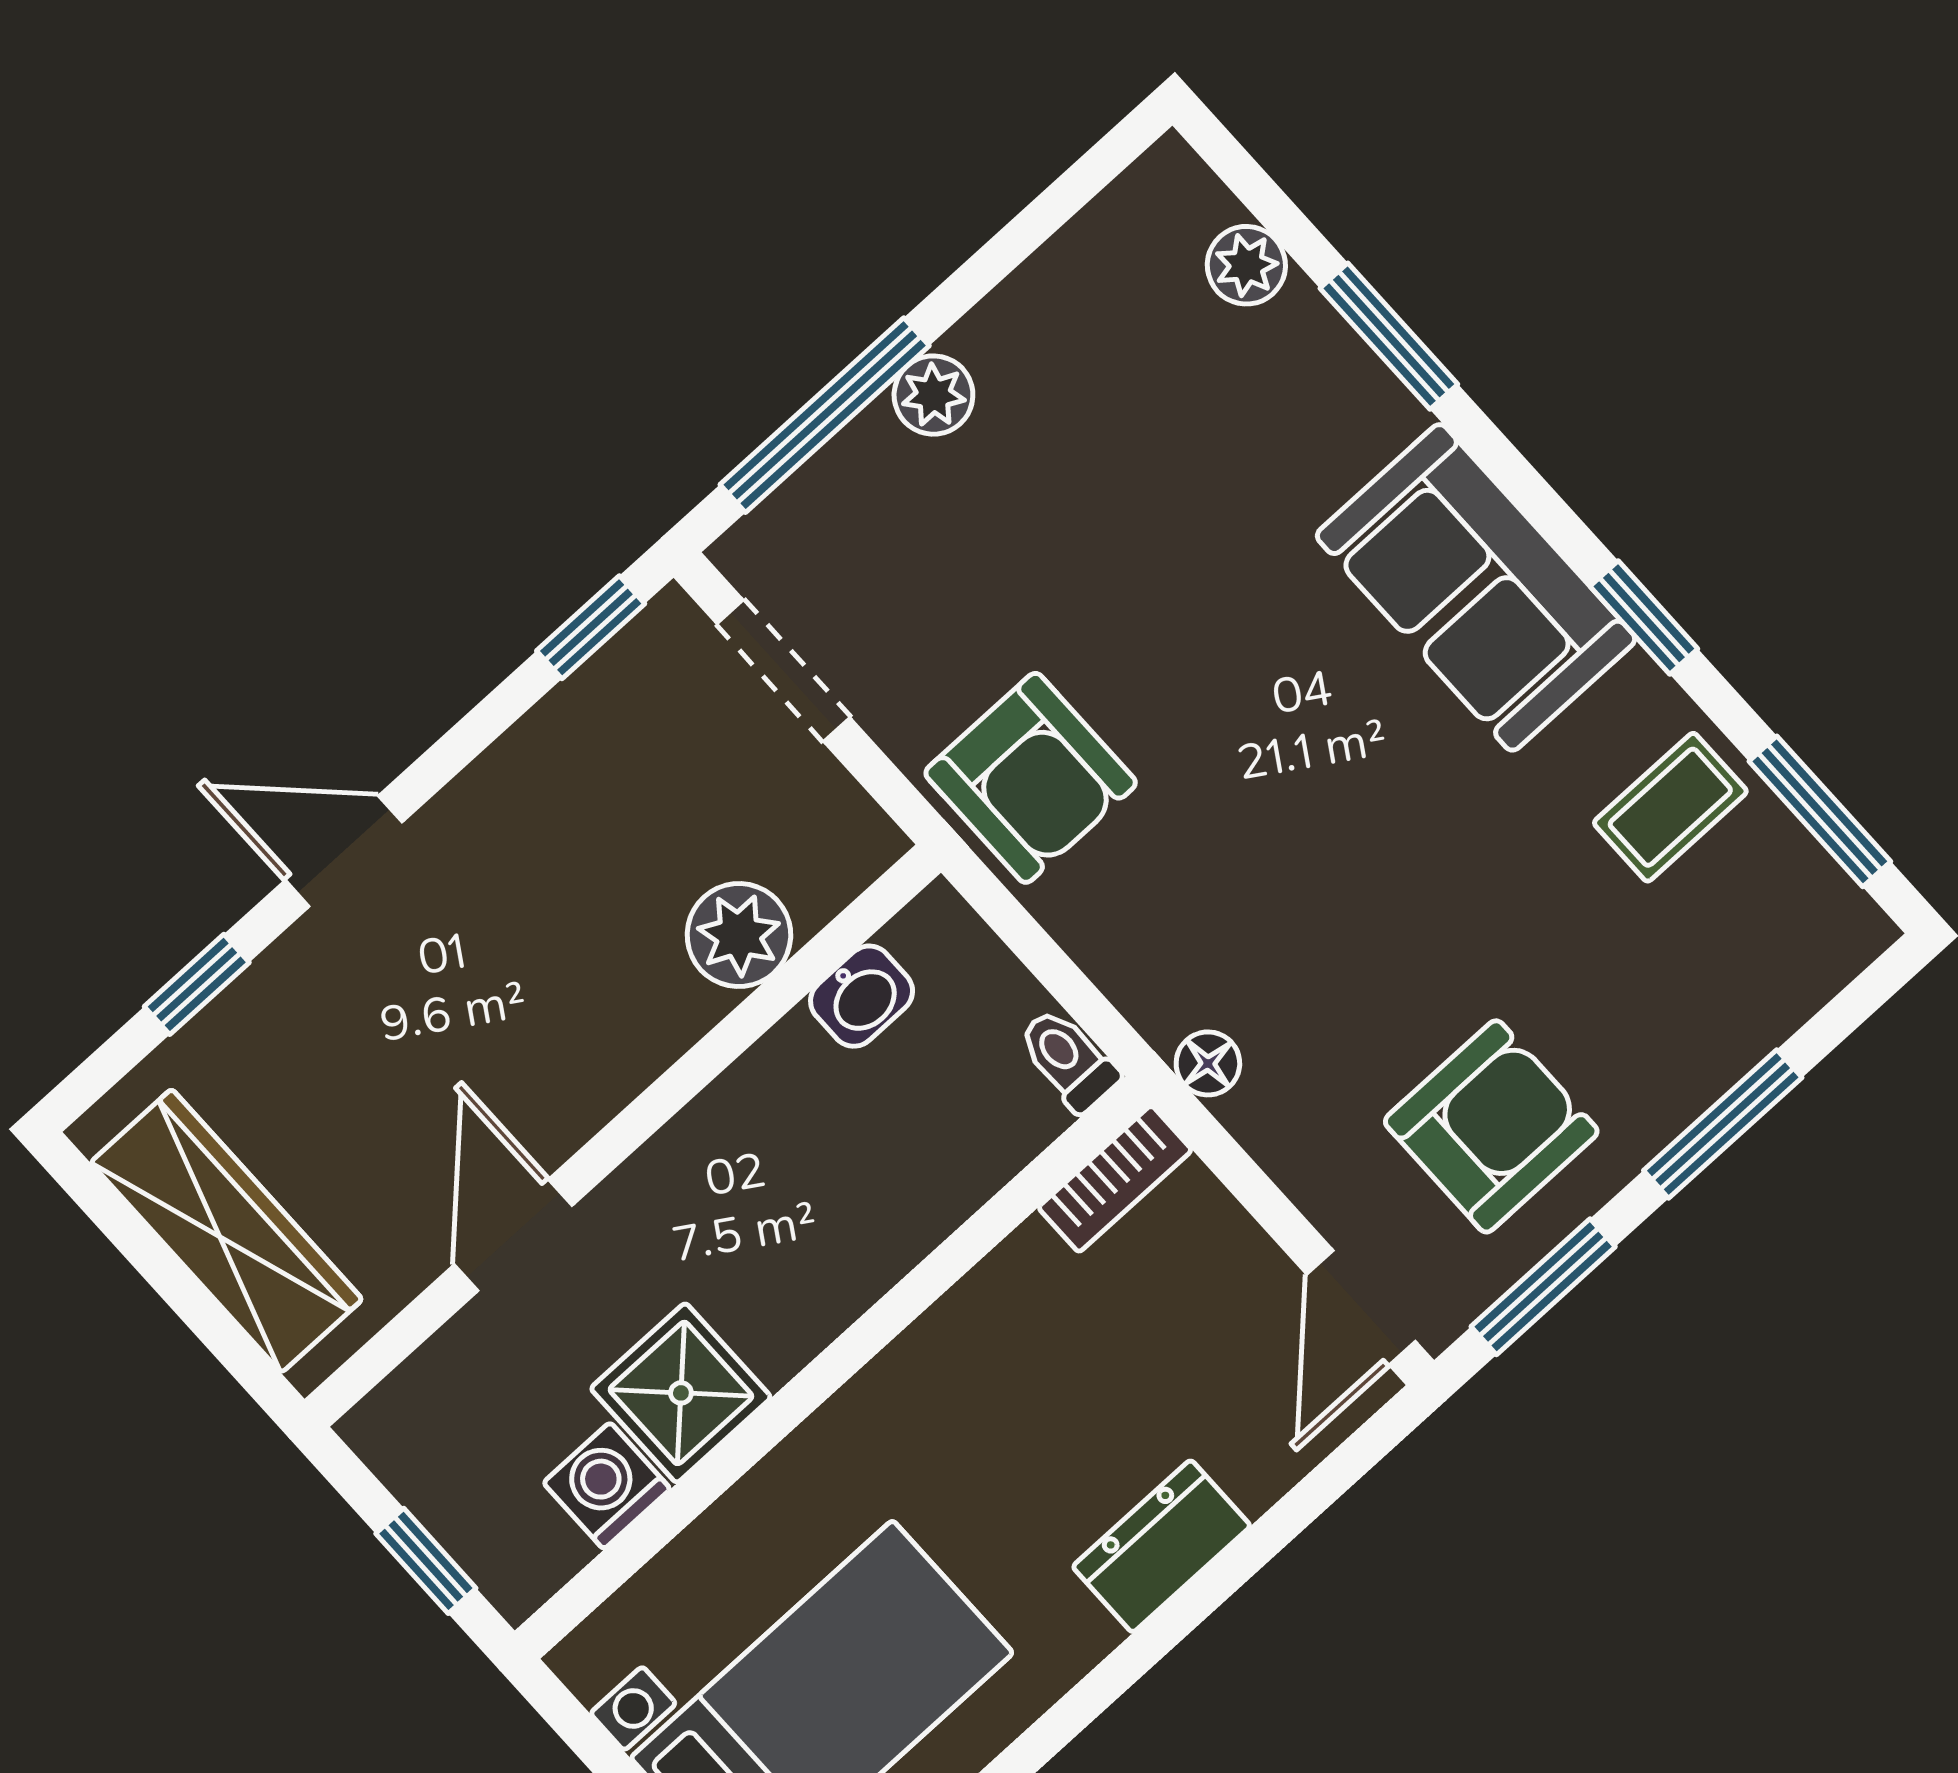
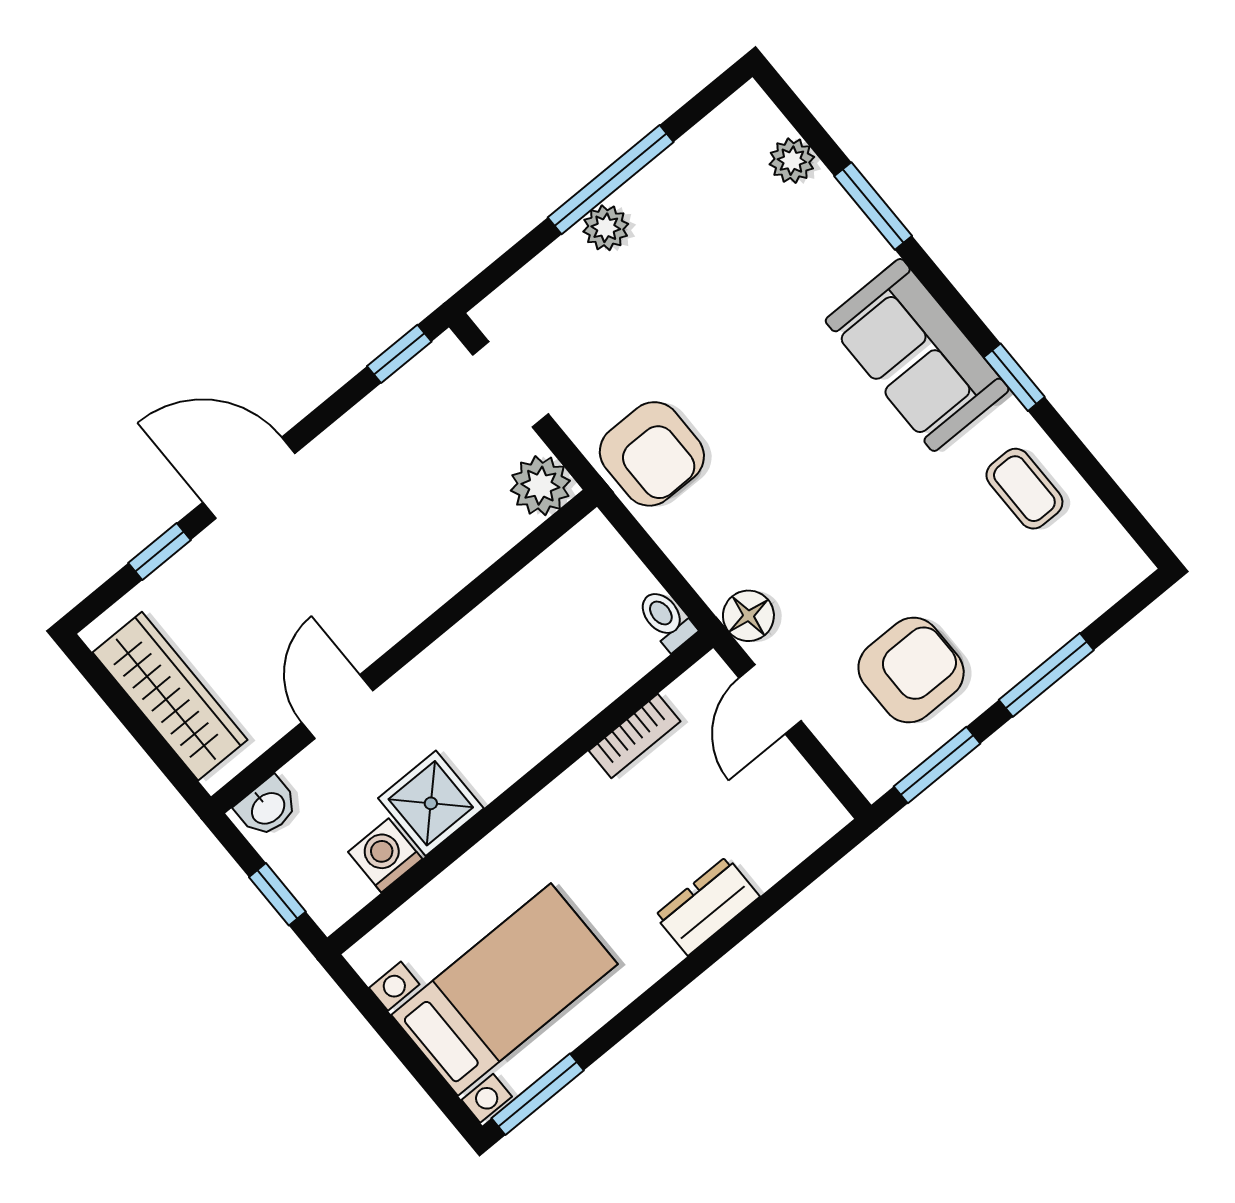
window: (825, 415) -> (611, 180), moved
coffee table: (1670, 807) -> (1024, 489), turned 90
window: (1820, 811) -> (1112, 495), removed
door: (344, 851) -> (249, 478), width x1.38
plant: (739, 935) -> (540, 486), moved
washbasin: (862, 996) -> (267, 807), moved
floor lamp: (1208, 1063) -> (748, 616), width x1.37, depth x1.37
bookcase: (1115, 1179) -> (635, 736), moved
door: (1361, 1308) -> (770, 699), moved

